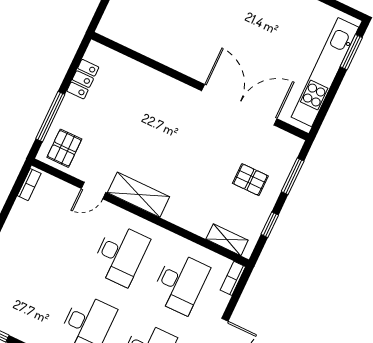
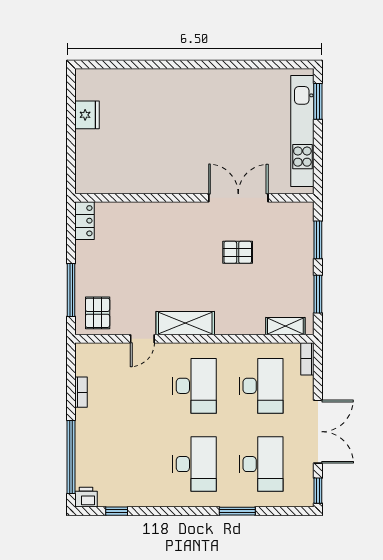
locker: (83, 79) -> (85, 221), moved
double door: (239, 105) -> (238, 198), width x0.73
pallet: (250, 180) -> (238, 252), moved
bookcase: (29, 185) -> (81, 392), moved
window: (270, 225) -> (318, 294), width x1.50

